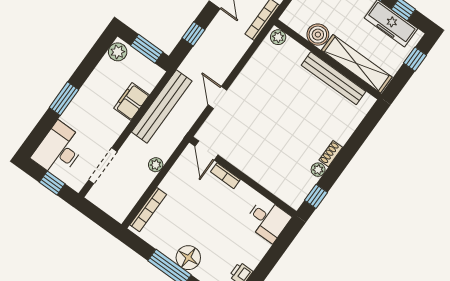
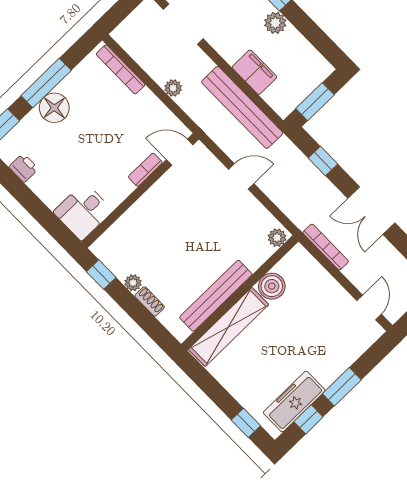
boiler: (318, 35) -> (272, 286), moved
plant: (278, 37) -> (277, 238), moved
plant: (118, 52) -> (275, 23), moved
wall: (328, 59) -> (240, 293), moved
shelving: (357, 64) -> (228, 327), moved
bench: (334, 78) -> (216, 296), moved

